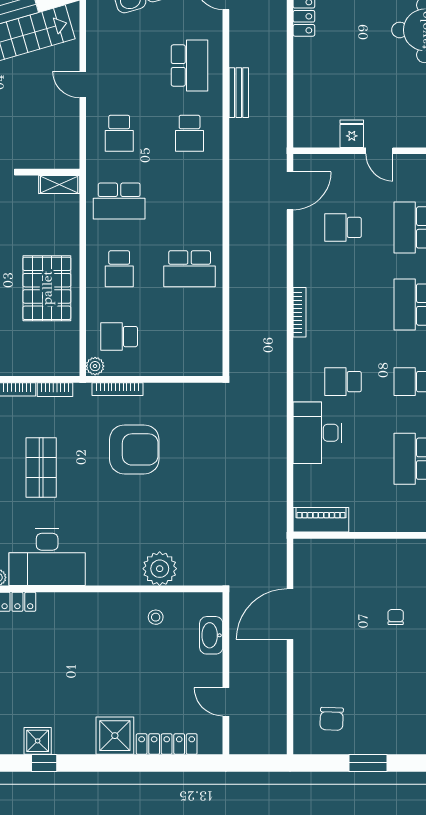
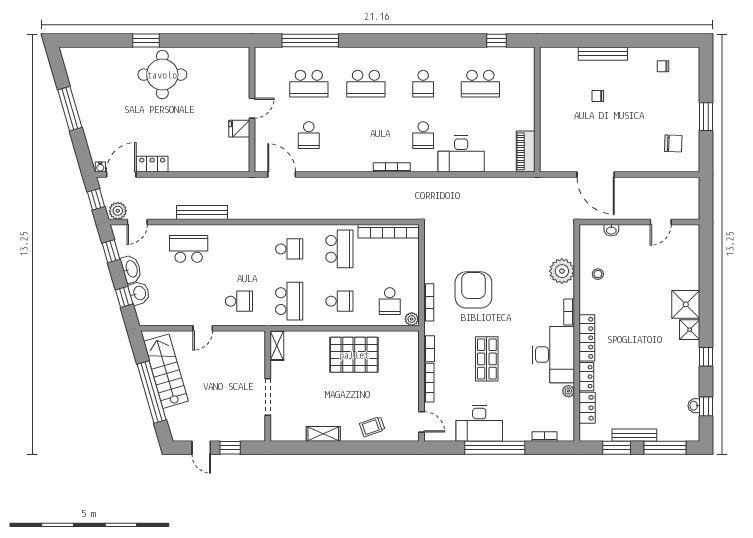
bench: (239, 93) -> (202, 212), width x1.36
school desk: (190, 133) -> (289, 249), moved
bookcase: (300, 312) -> (392, 167), moved
bookcase: (213, 335) -> (389, 231), added
shop shelf: (41, 467) -> (487, 359), turned 90
bookcase: (105, 579) -> (569, 312), added
washbasin: (211, 635) -> (611, 230), width x0.52, depth x0.69
shower: (38, 741) -> (690, 330), moved
locker: (167, 744) -> (587, 338), moved, turned 180

